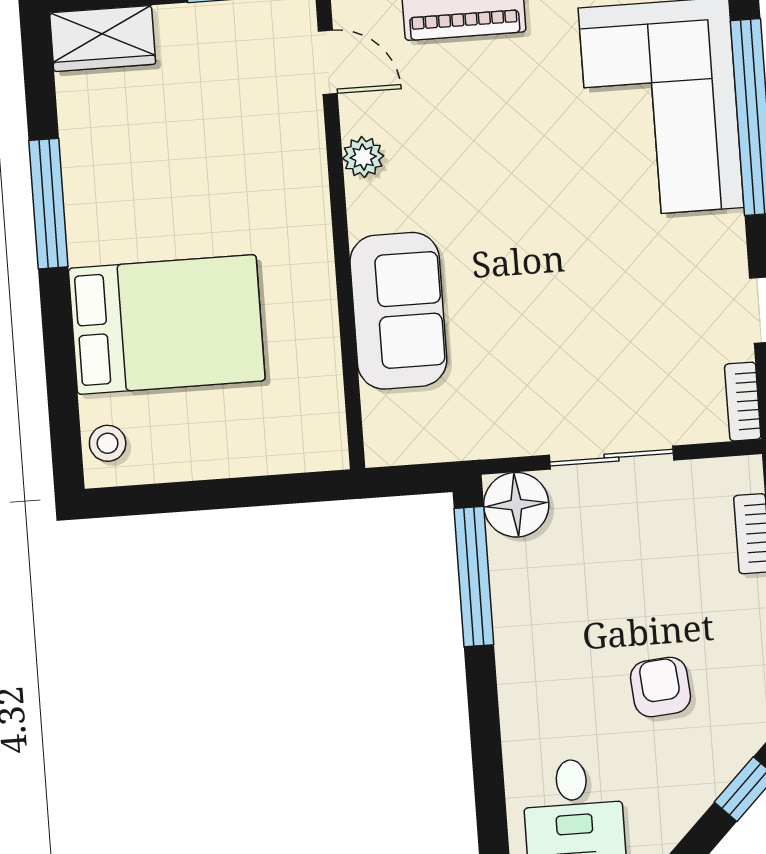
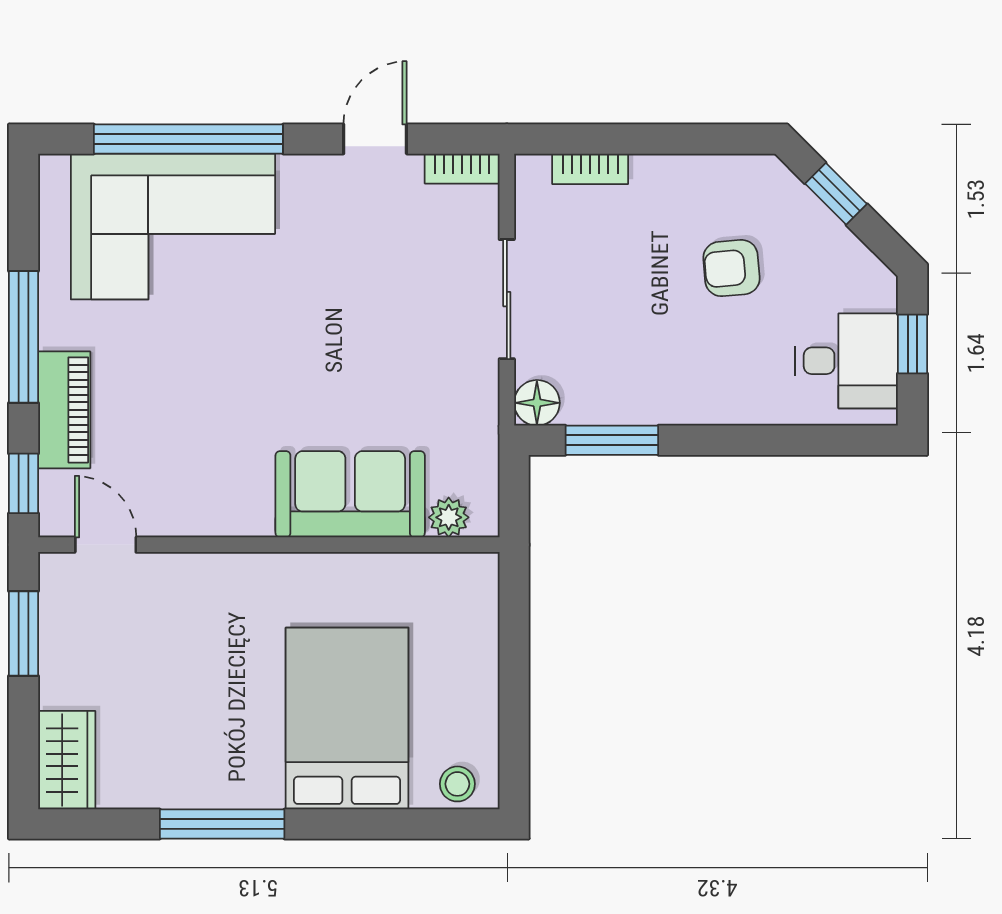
door: (328, 62) -> (106, 545), hinge flipped
plant: (363, 157) -> (449, 517), moved
floor lamp: (516, 505) -> (537, 403), width x0.73, depth x0.73
window: (474, 577) -> (612, 440), width x0.69

